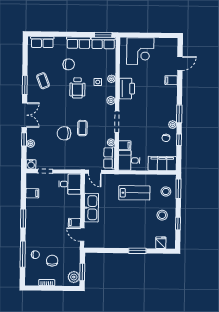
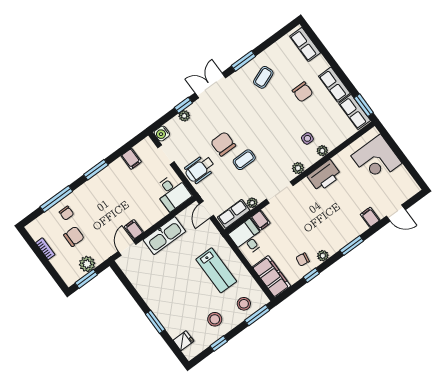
wheelchair: (77, 88) -> (200, 169), moved
window: (179, 114) -> (352, 246), moved
double door: (24, 115) -> (210, 85), swing flipped
plant: (74, 277) -> (87, 264), moved

